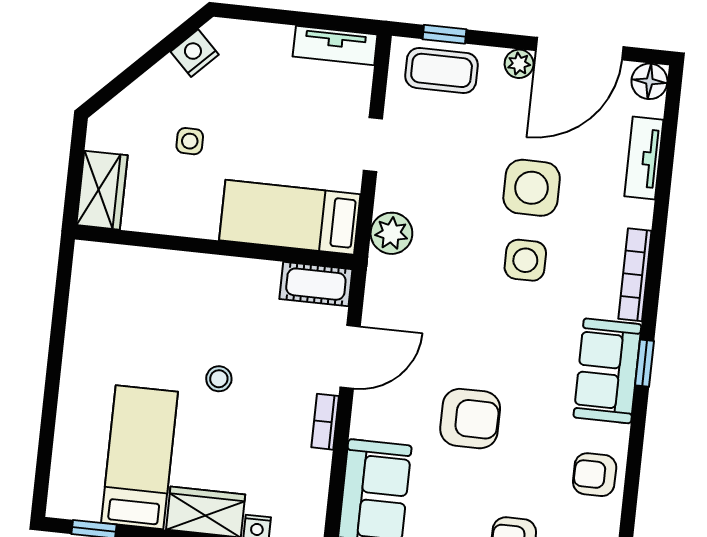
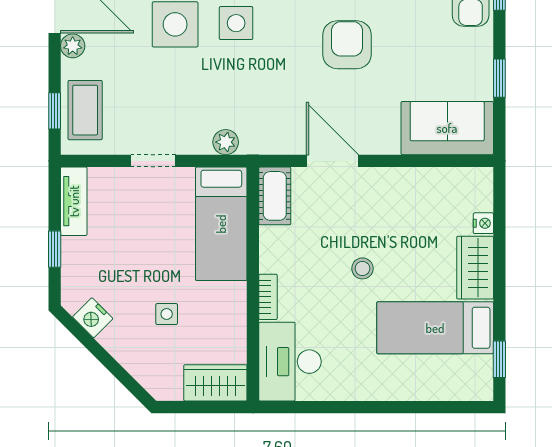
window: (281, 17) -> (55, 249), added
plant: (391, 233) -> (226, 142), width x0.73, depth x0.73
desk: (118, 281) -> (290, 362), added
armchair: (470, 419) -> (347, 45), moved
bookcase: (325, 422) -> (268, 297), moved, turned -90

